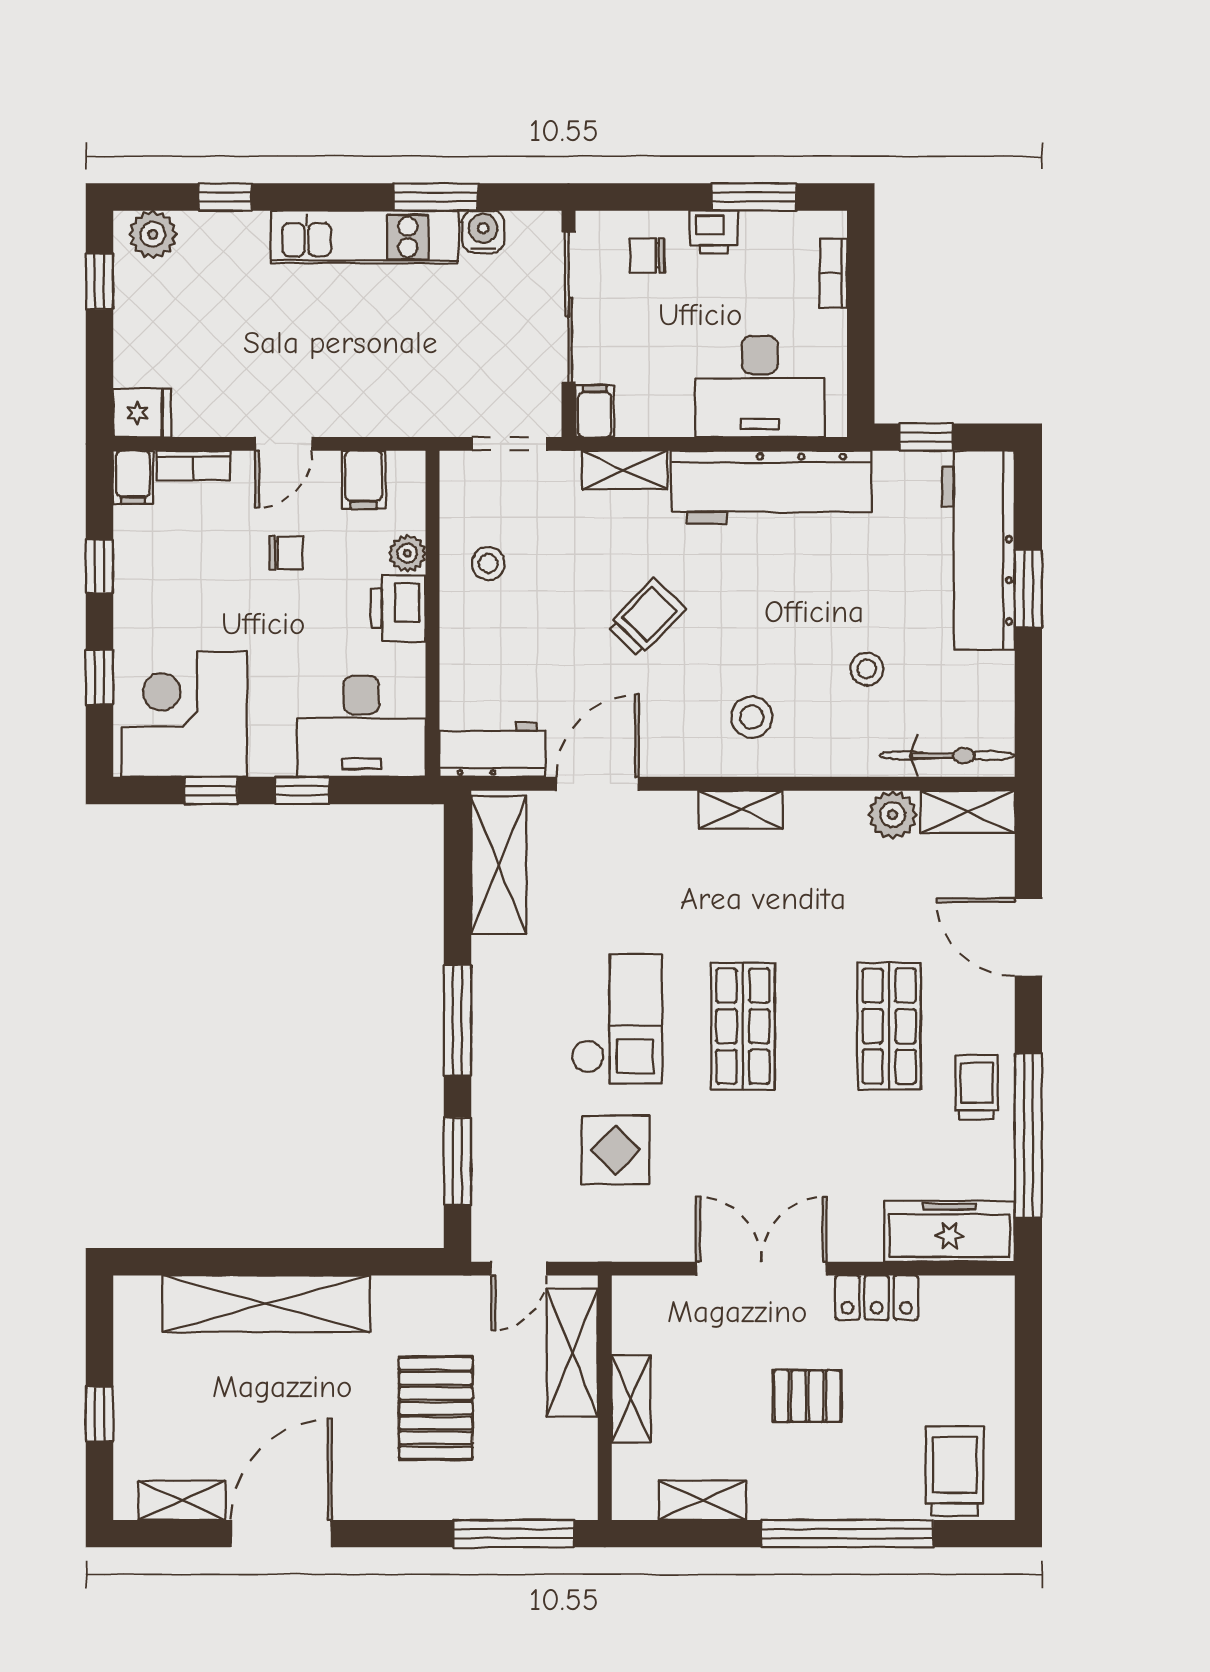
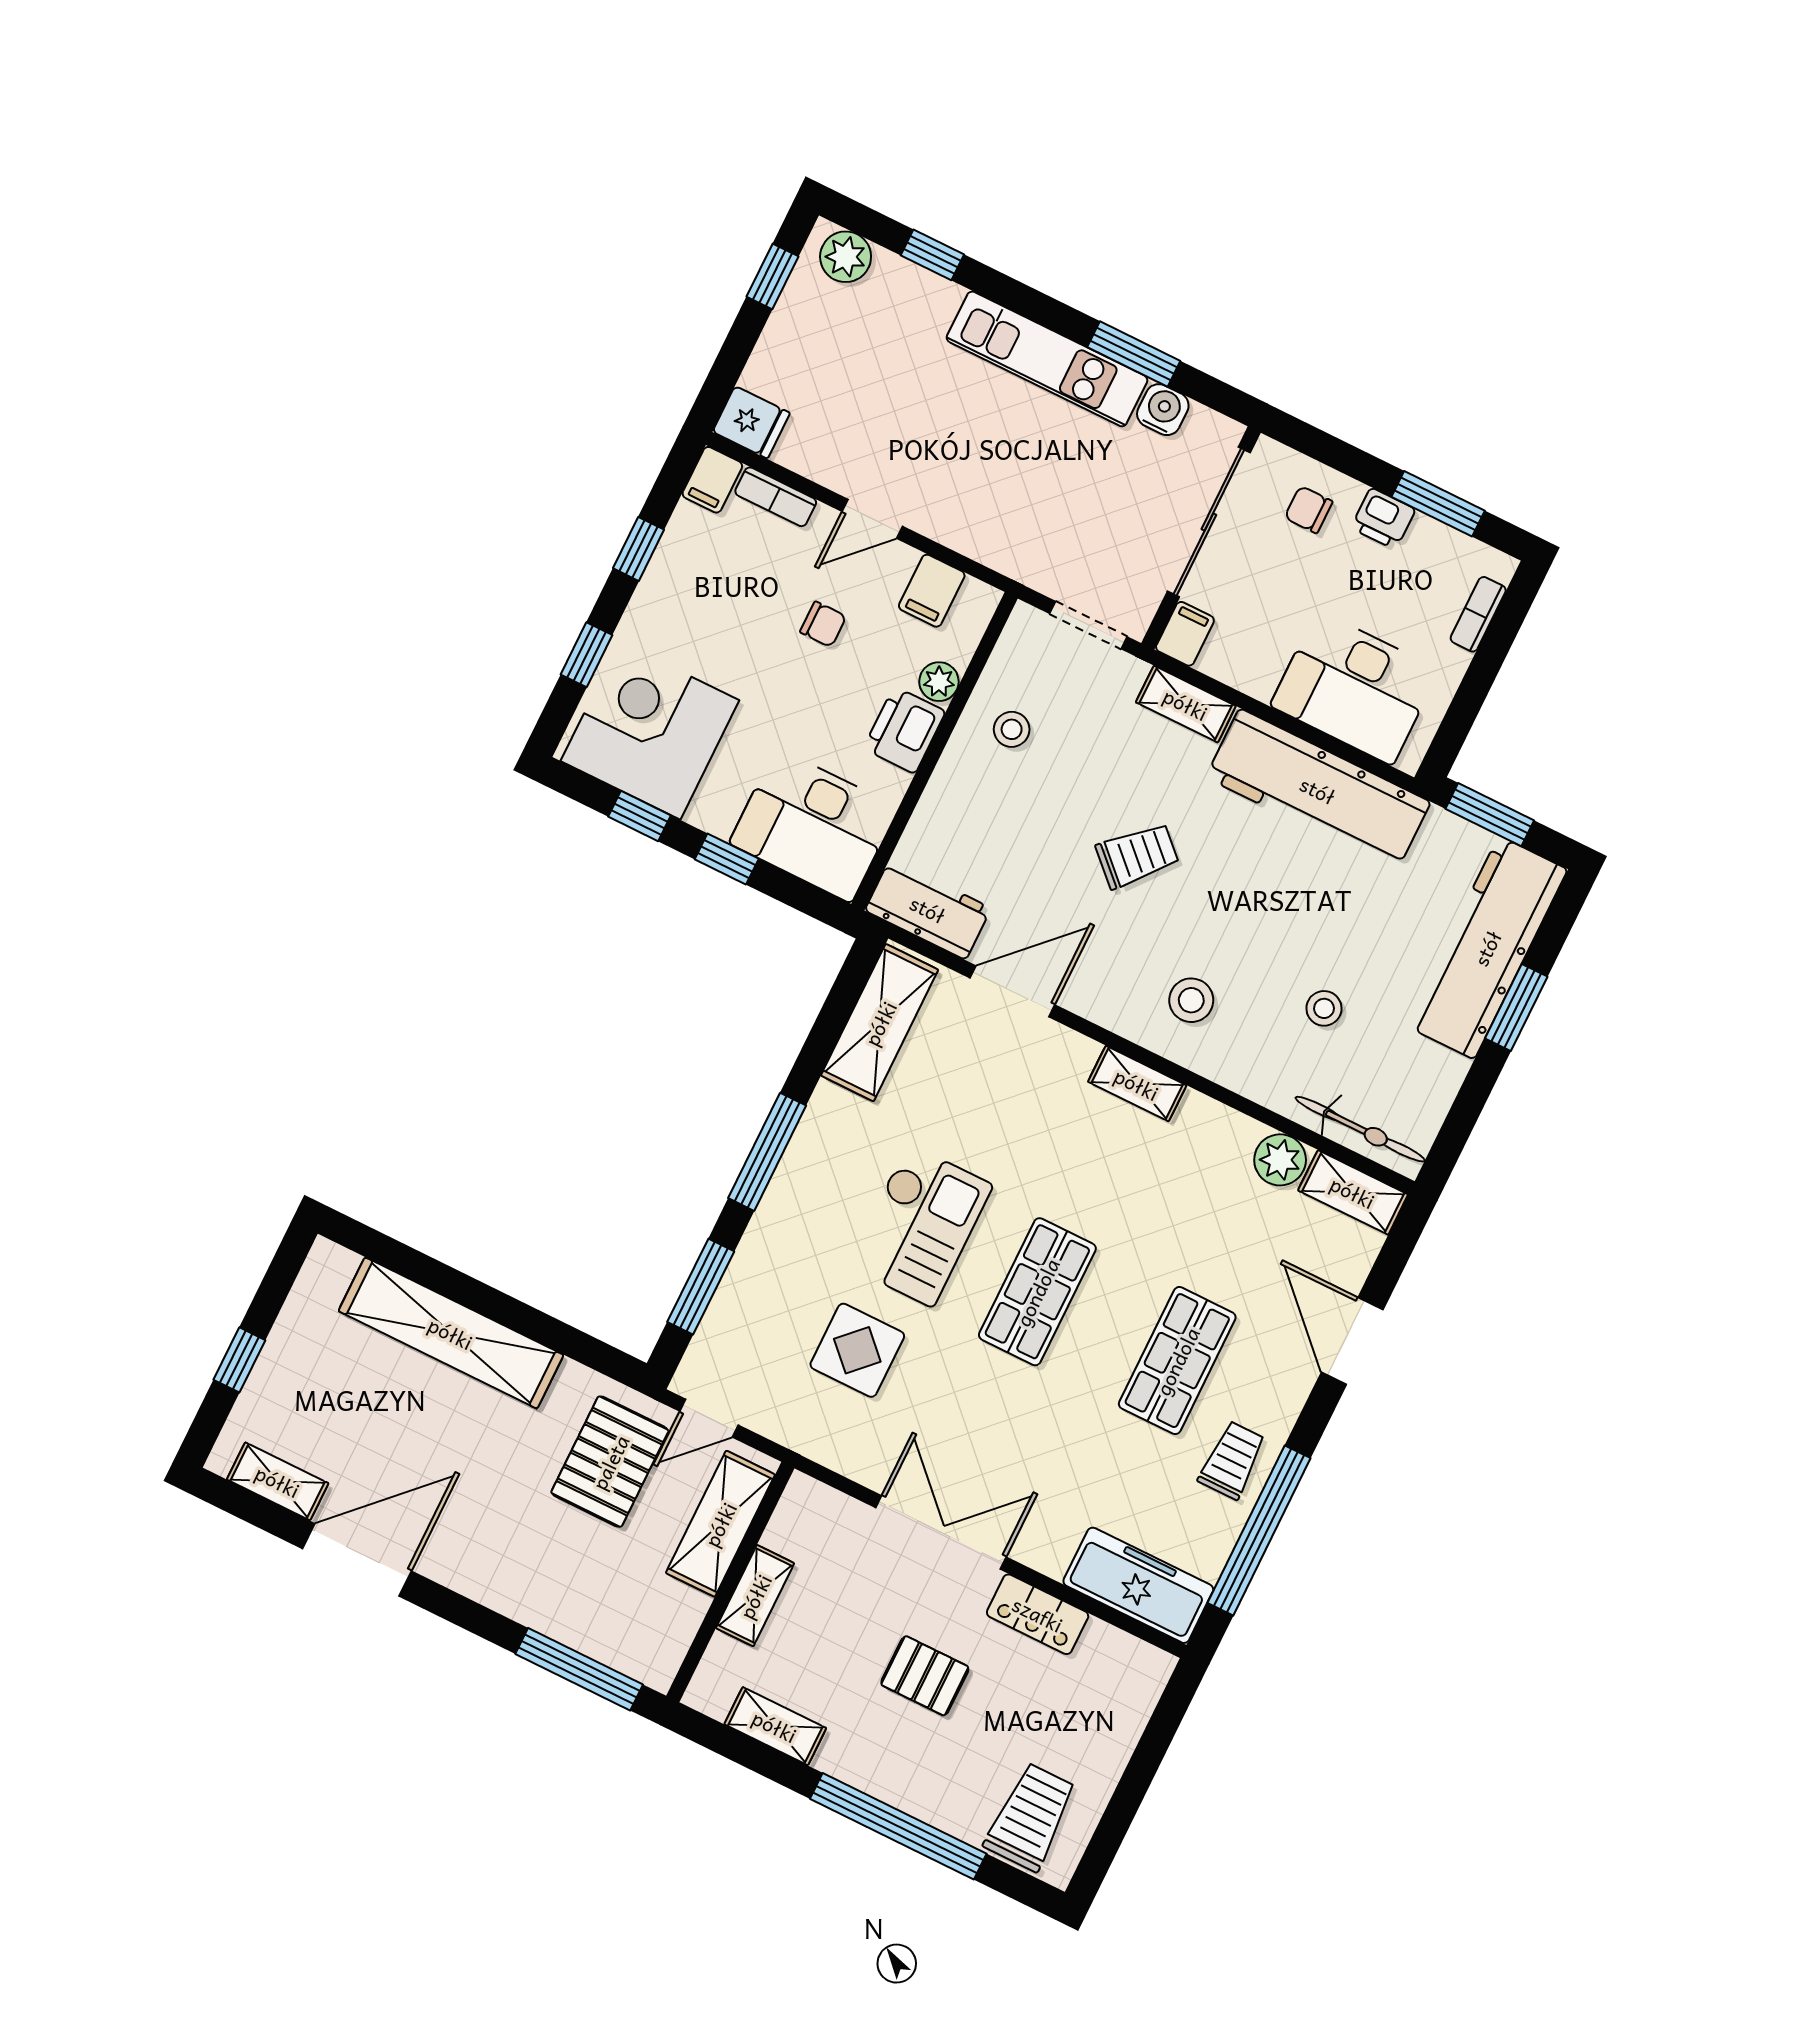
window: (926, 437) -> (1490, 815), width x1.50
pallet: (436, 1408) -> (610, 1462), moved

